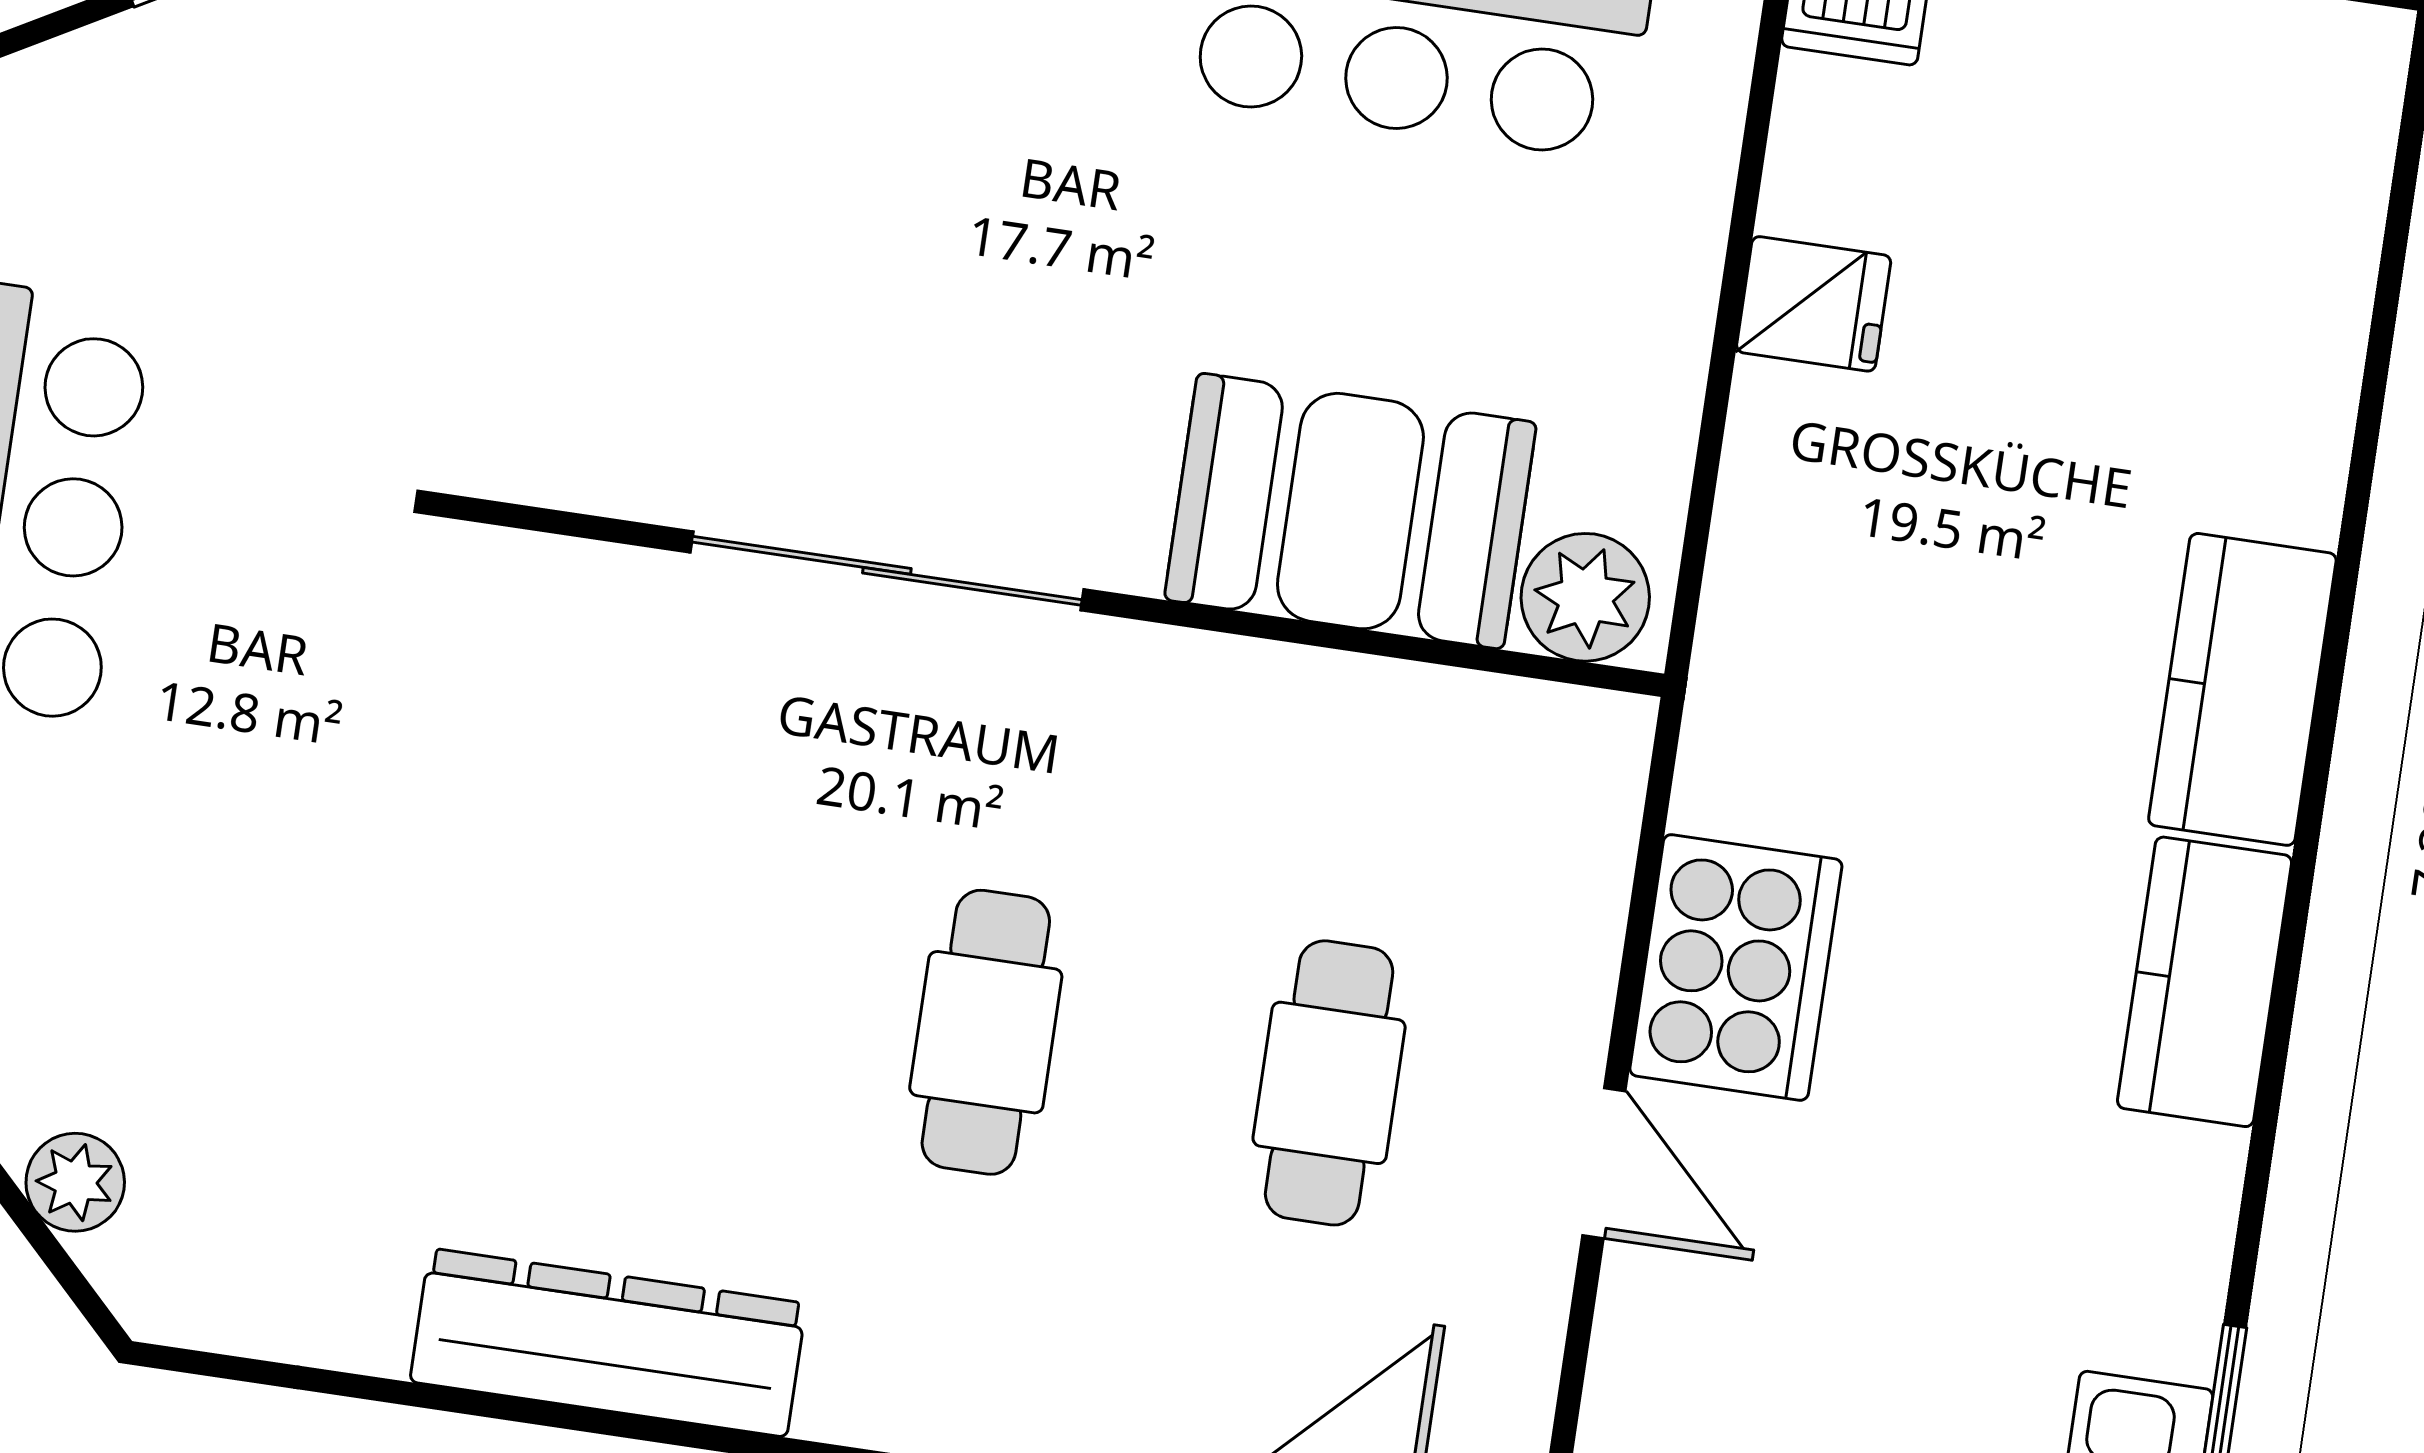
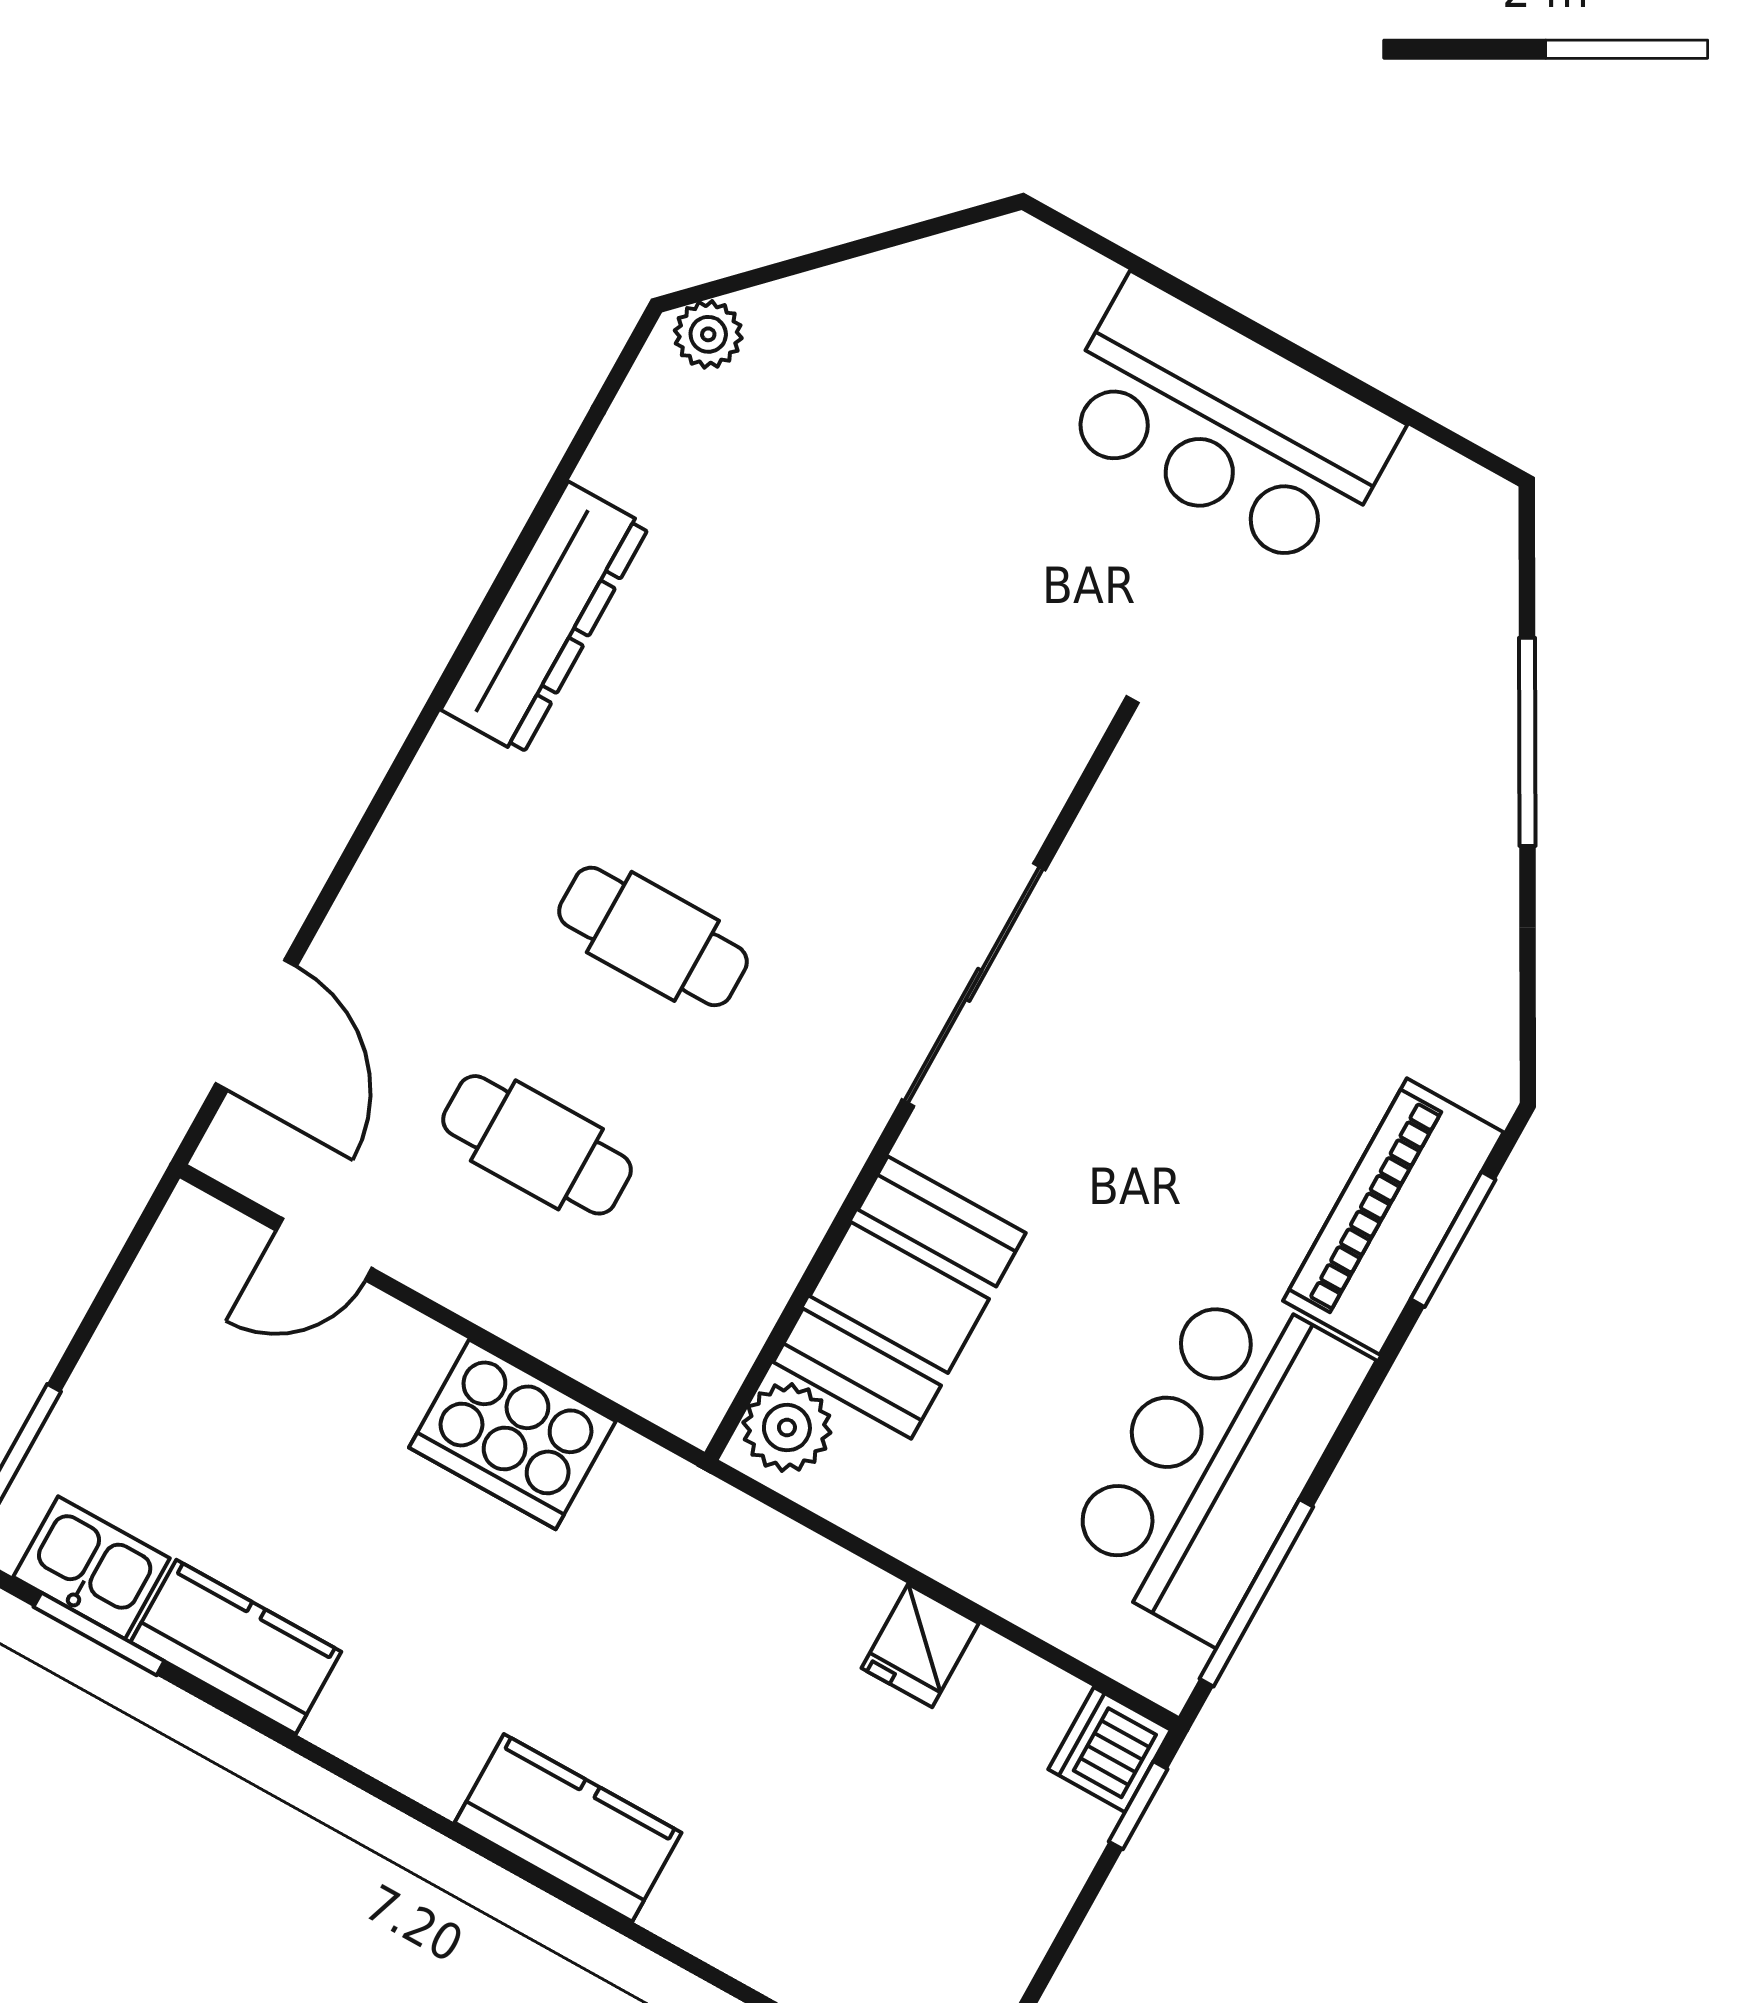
kitchen counter: (2205, 982) -> (236, 1647), moved
door: (1604, 1163) -> (324, 1249), moved
plant: (75, 1182) -> (708, 334), moved

